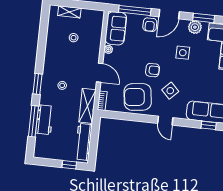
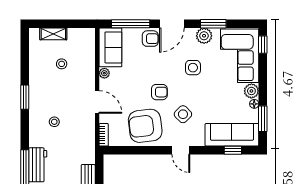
armchair: (150, 25) -> (150, 39), turned -90
window: (37, 84) -> (25, 97), moved
shelving: (87, 106) -> (87, 143), removed

